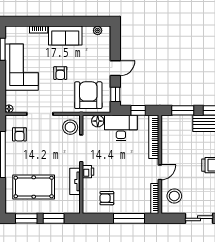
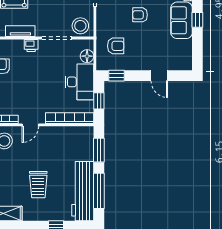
window: (65, 21) -> (197, 20), added
plant: (98, 30) -> (187, 56), removed
door: (115, 68) -> (159, 76), moved
armchair: (88, 95) -> (116, 46), width x0.53, depth x0.53
door: (160, 172) -> (30, 125), hinge flipped

